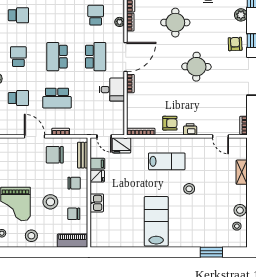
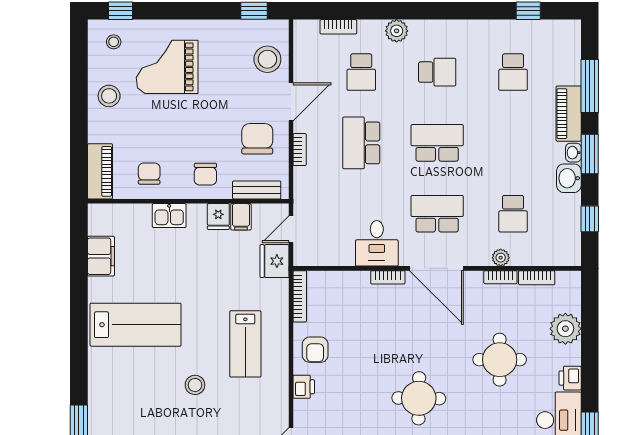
school desk: (96, 15) -> (513, 214), turned 90
school desk: (96, 57) -> (437, 214), turned 180
stool: (50, 202) -> (267, 59), moved
filing cabinet: (119, 240) -> (101, 256), added

